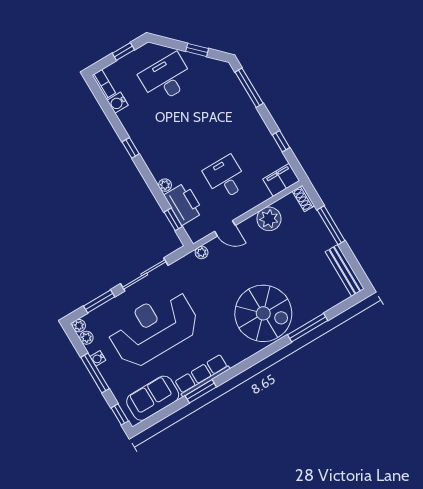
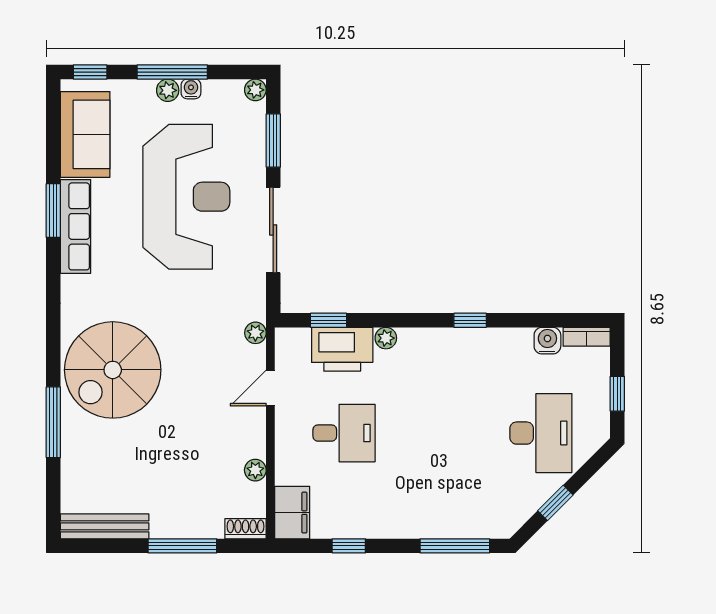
plant: (269, 219) -> (255, 470), width x0.53, depth x0.53
plant: (86, 338) -> (168, 90), moved

